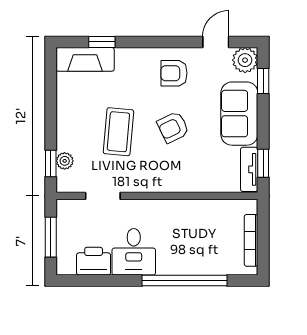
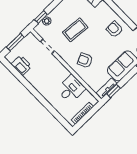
armchair: (173, 127) -> (85, 60), moved
desk: (134, 252) -> (71, 89), moved, turned 180
window: (184, 280) -> (46, 104), removed

